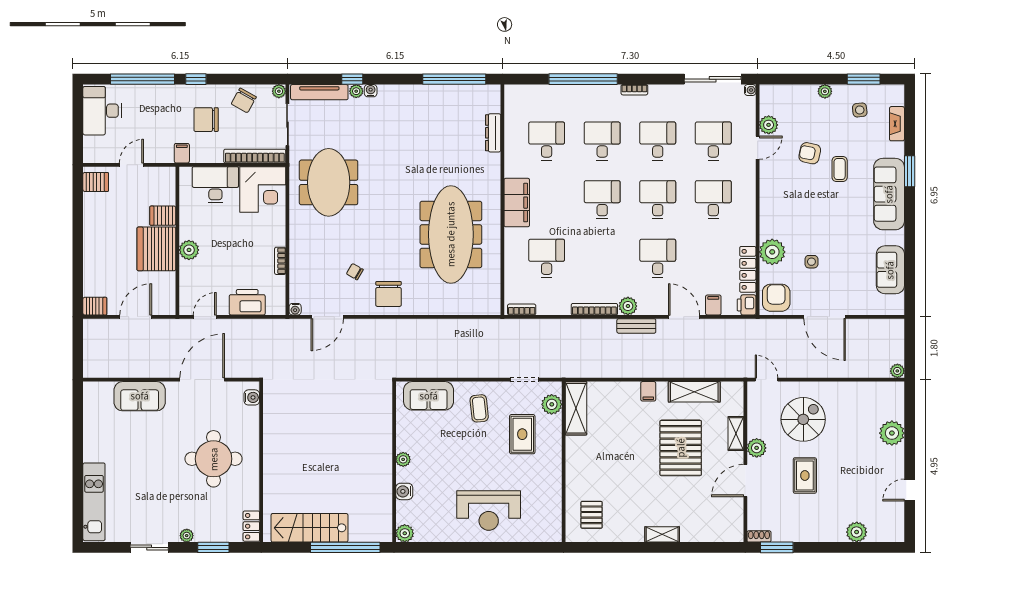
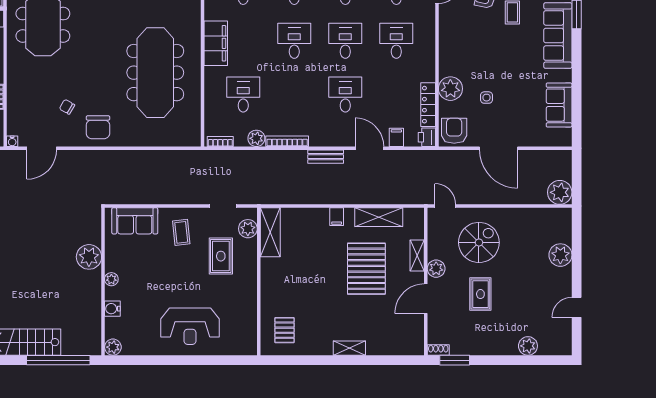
plant: (628, 306) -> (256, 138), moved
plant: (897, 371) -> (560, 192), width x1.88, depth x1.88
plant: (379, 435) -> (89, 257), added

